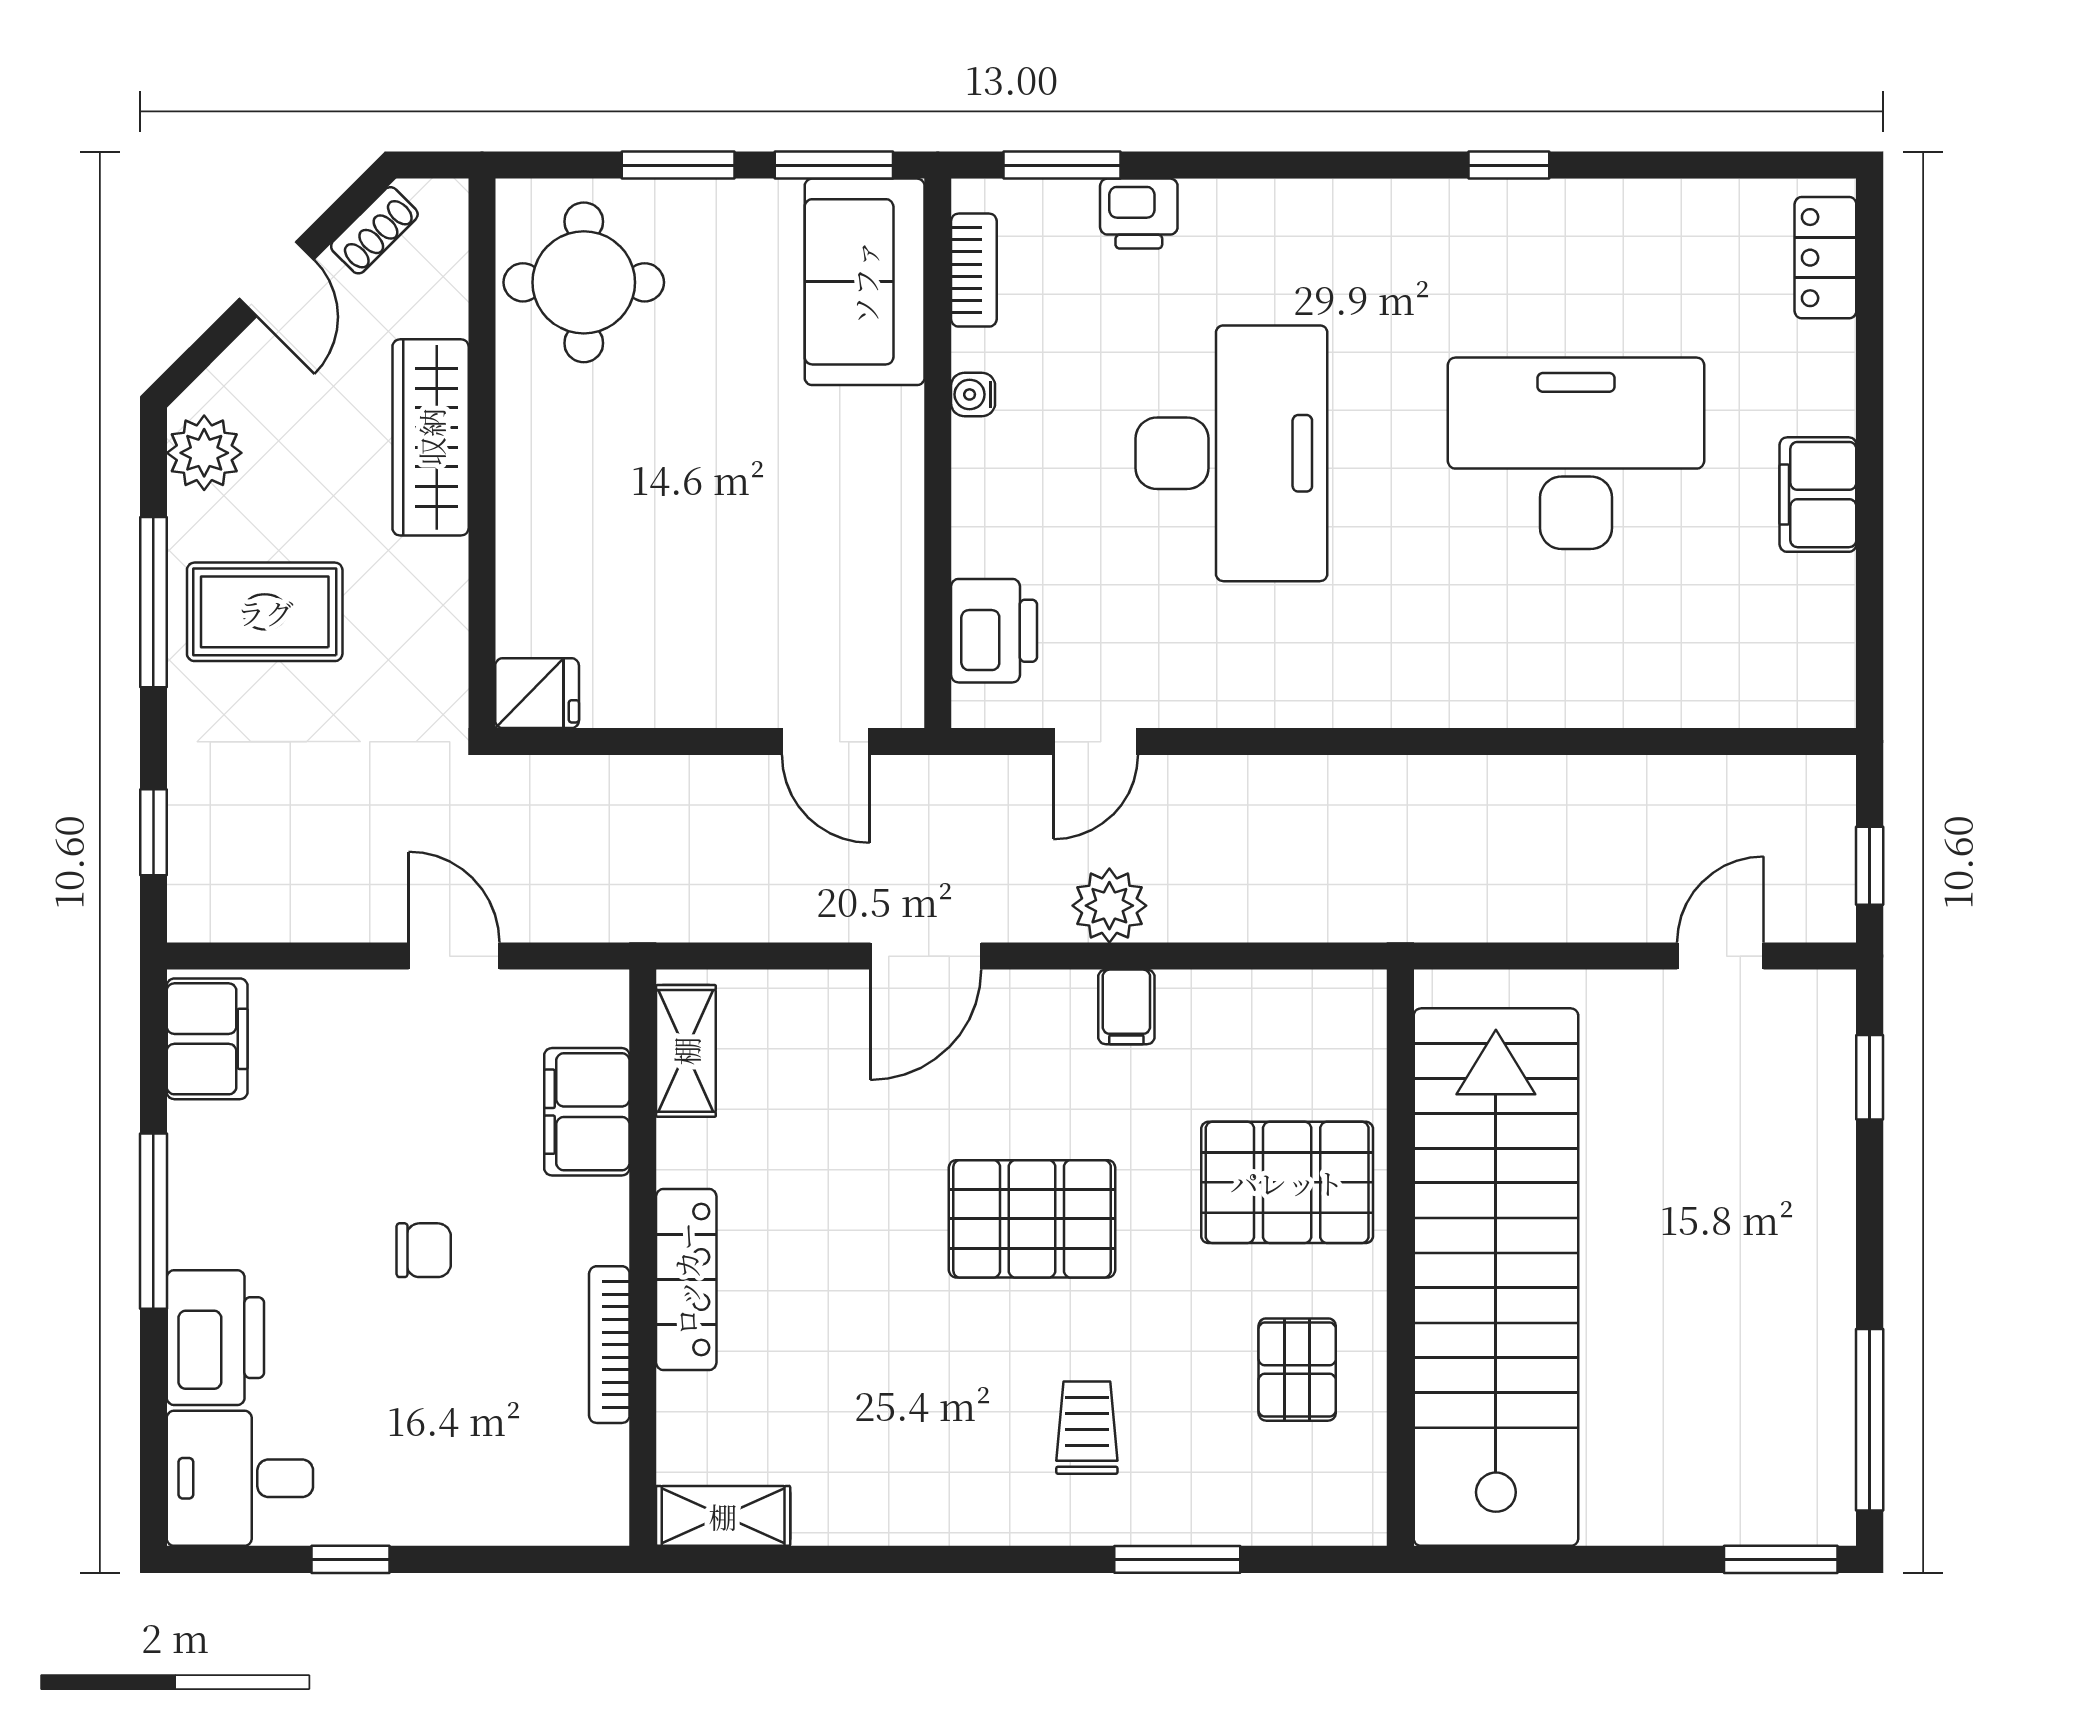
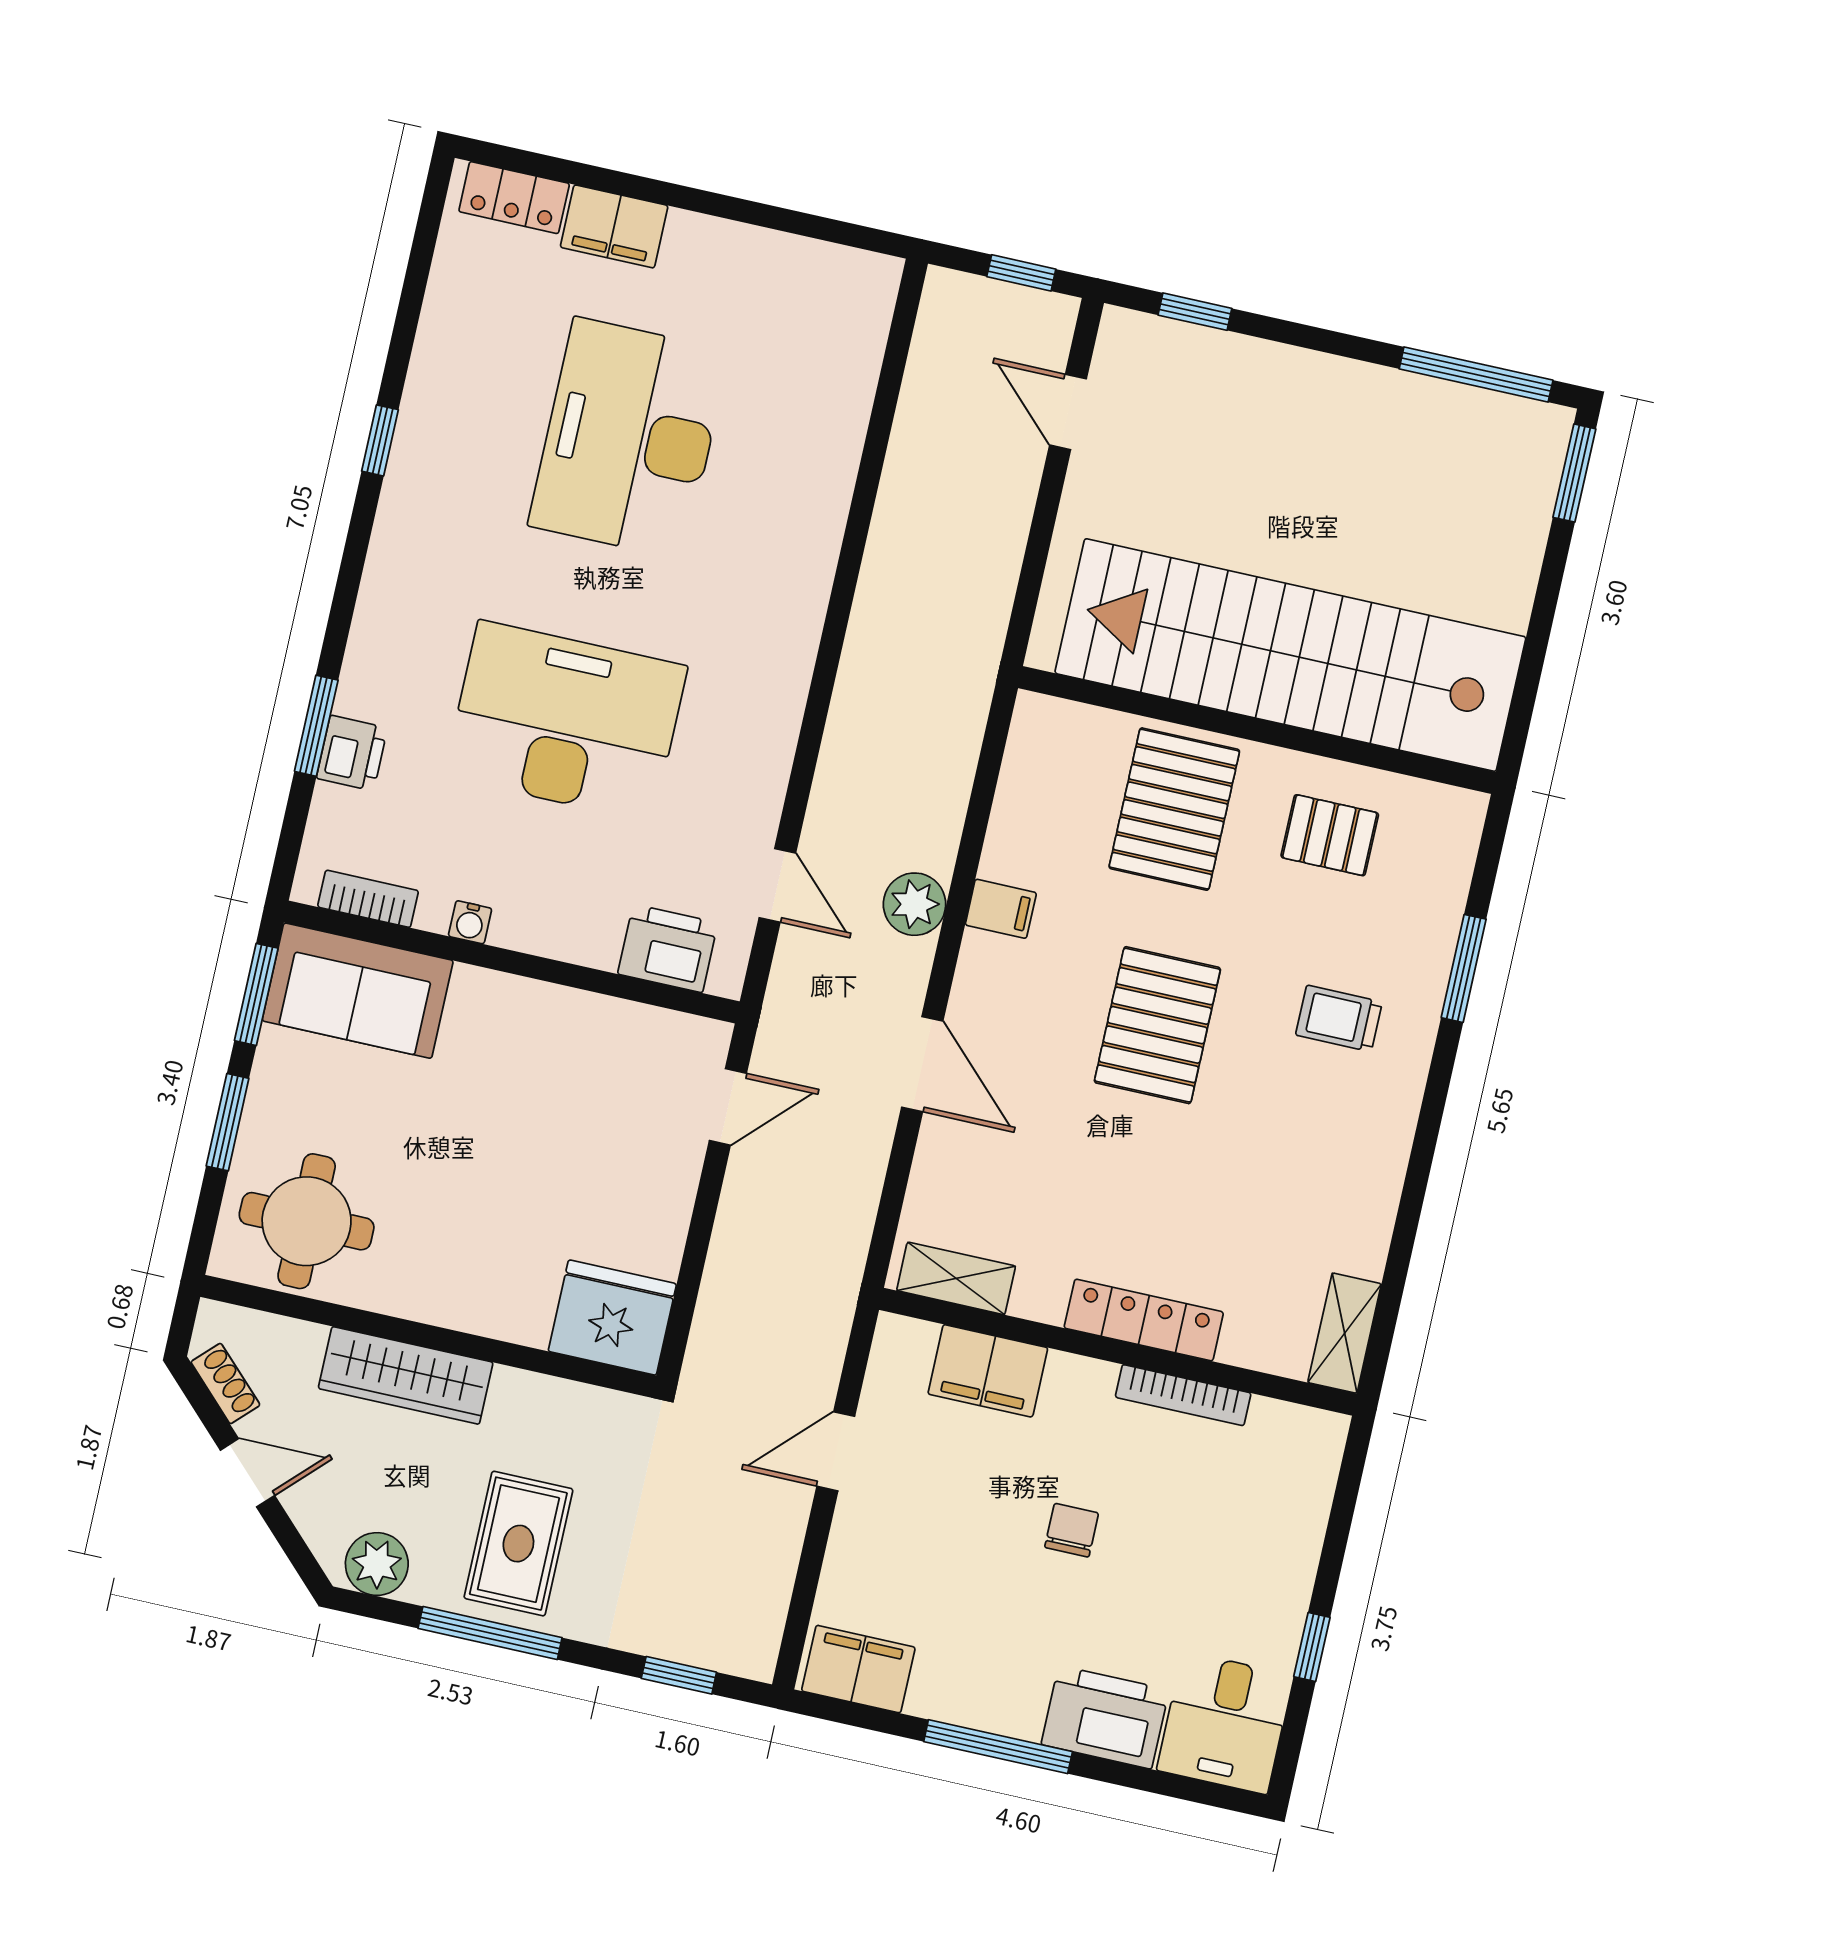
window: (1062, 165) -> (316, 726), moved
filing cabinet: (1818, 495) -> (614, 226), moved
fridge: (537, 693) -> (612, 1318), width x1.88, depth x1.34

